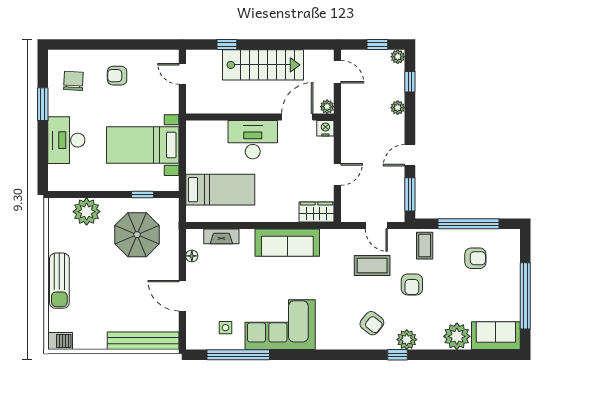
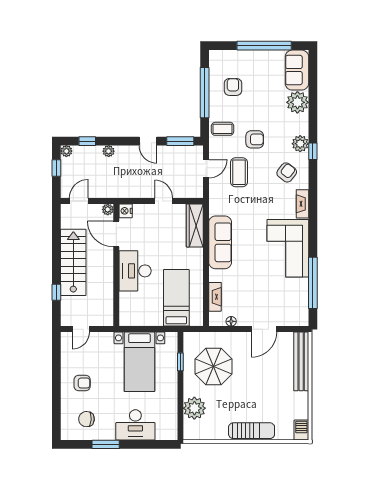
armchair: (117, 76) -> (82, 383), turned -90
wardrobe: (317, 212) -> (195, 225), width x1.50
side table: (225, 328) -> (290, 293), removed
fireplace: (334, 342) -> (302, 204), added

